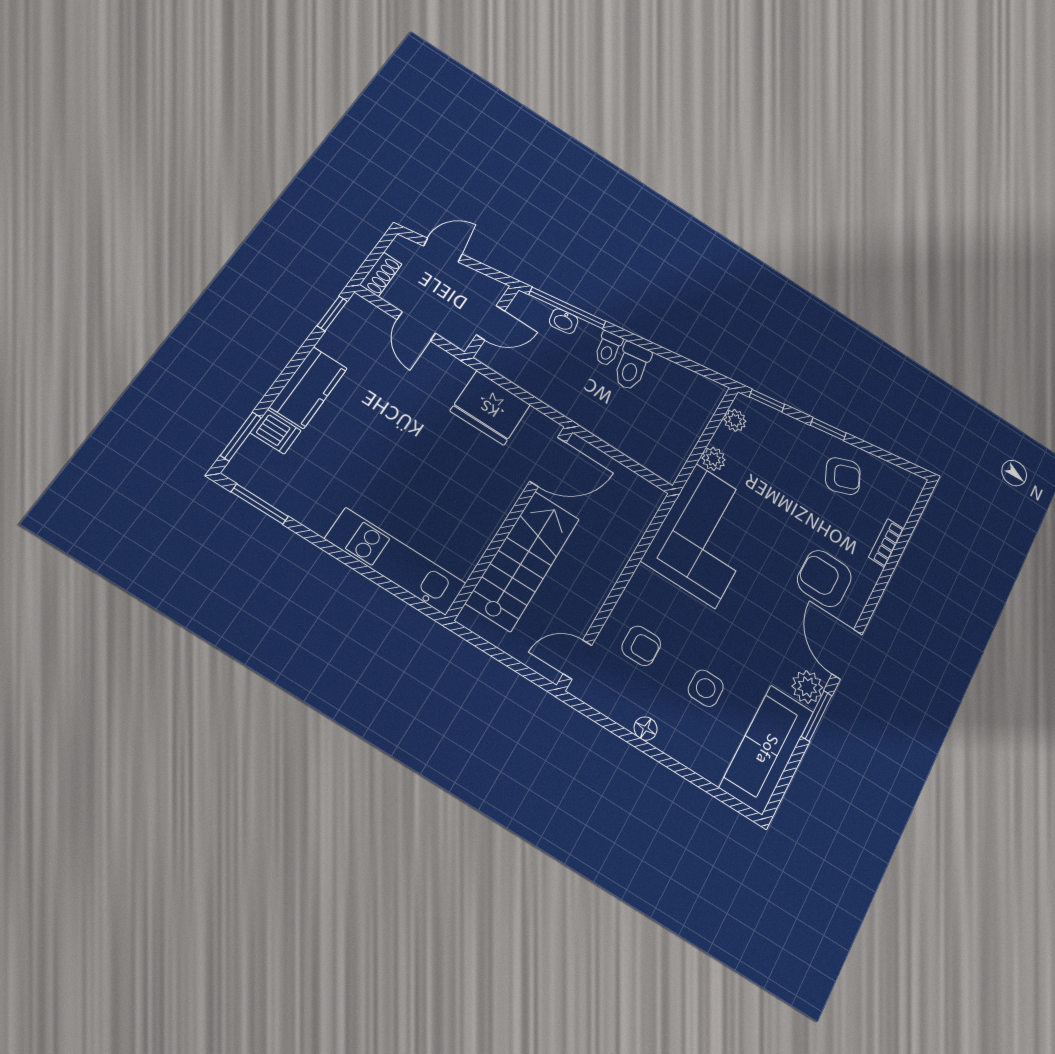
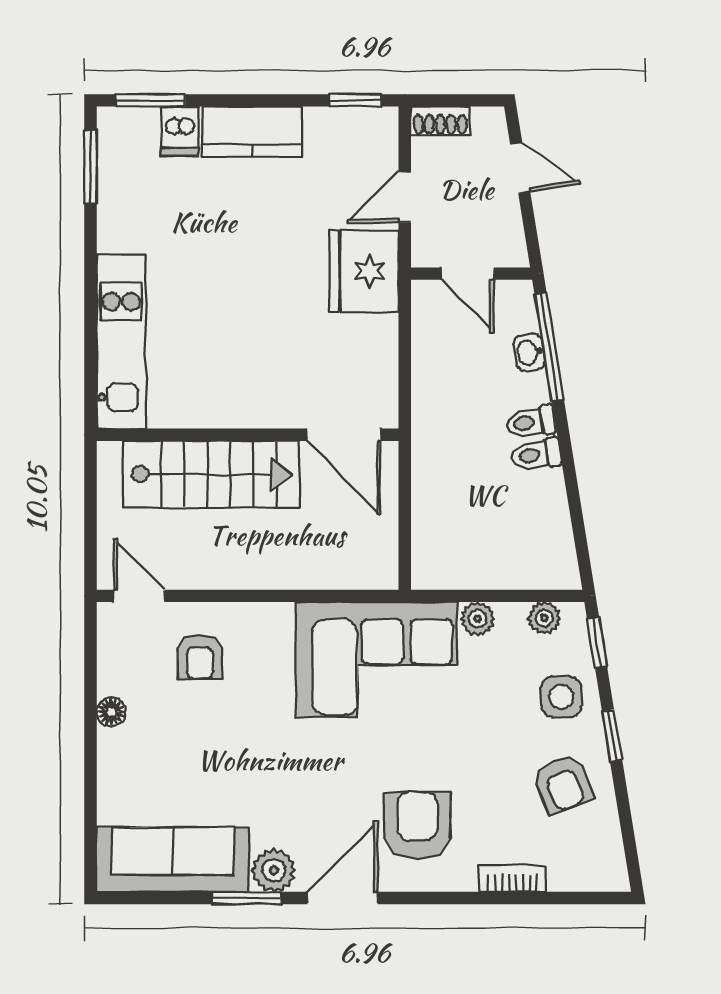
toilet: (632, 366) -> (536, 455), width x0.73, depth x0.72
fridge: (490, 408) -> (364, 271), moved
side table: (706, 688) -> (561, 697), moved

